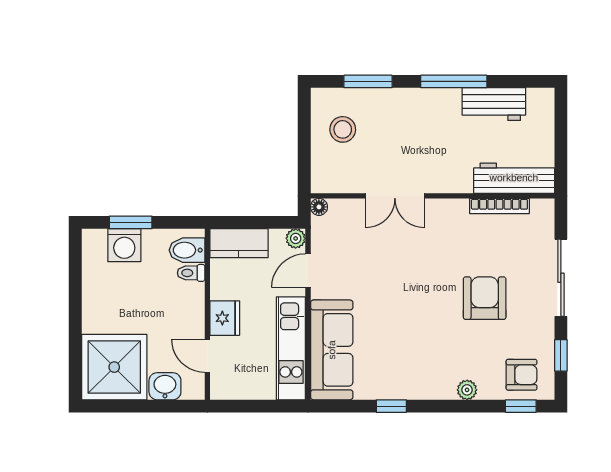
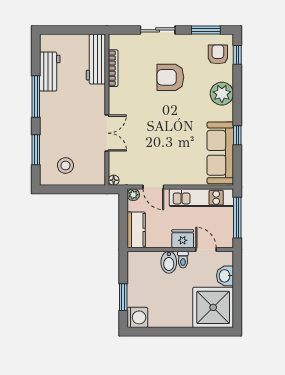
washing machine: (124, 245) -> (137, 317), moved
bidet: (187, 250) -> (169, 262), moved
toilet: (191, 273) -> (183, 260), moved
sliding door: (561, 278) -> (158, 30), width x0.73
sofa: (332, 350) -> (220, 153), moved, turned -90
window: (561, 355) -> (206, 30), width x1.50
door: (207, 356) -> (206, 250), swing flipped
plant: (467, 390) -> (222, 94), width x1.88, depth x1.88
window: (259, 406) -> (237, 218), added

